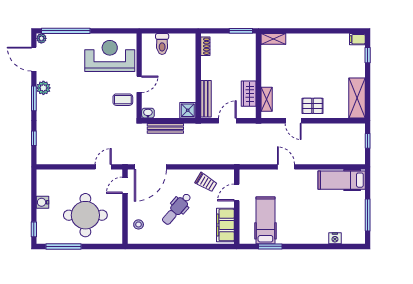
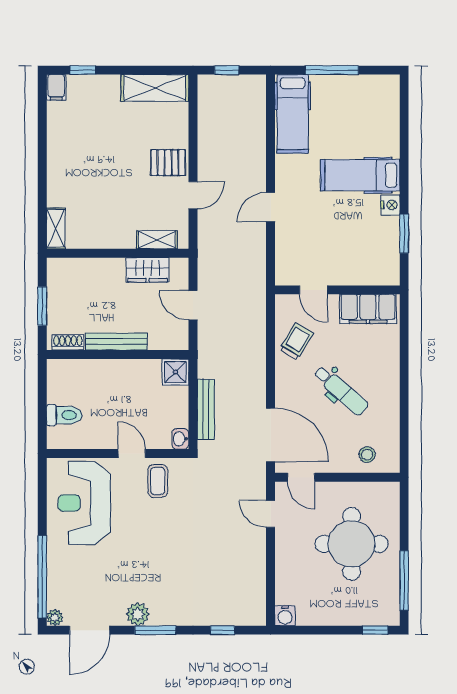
window: (241, 31) -> (42, 306), moved
bench: (206, 99) -> (116, 342), moved
pallet: (313, 106) -> (168, 163), turned 90
water cooler: (43, 202) -> (285, 616), moved
window: (368, 215) -> (332, 70), moved
hospital bed: (265, 220) -> (360, 175), moved
nightstand: (335, 238) -> (390, 205), moved

